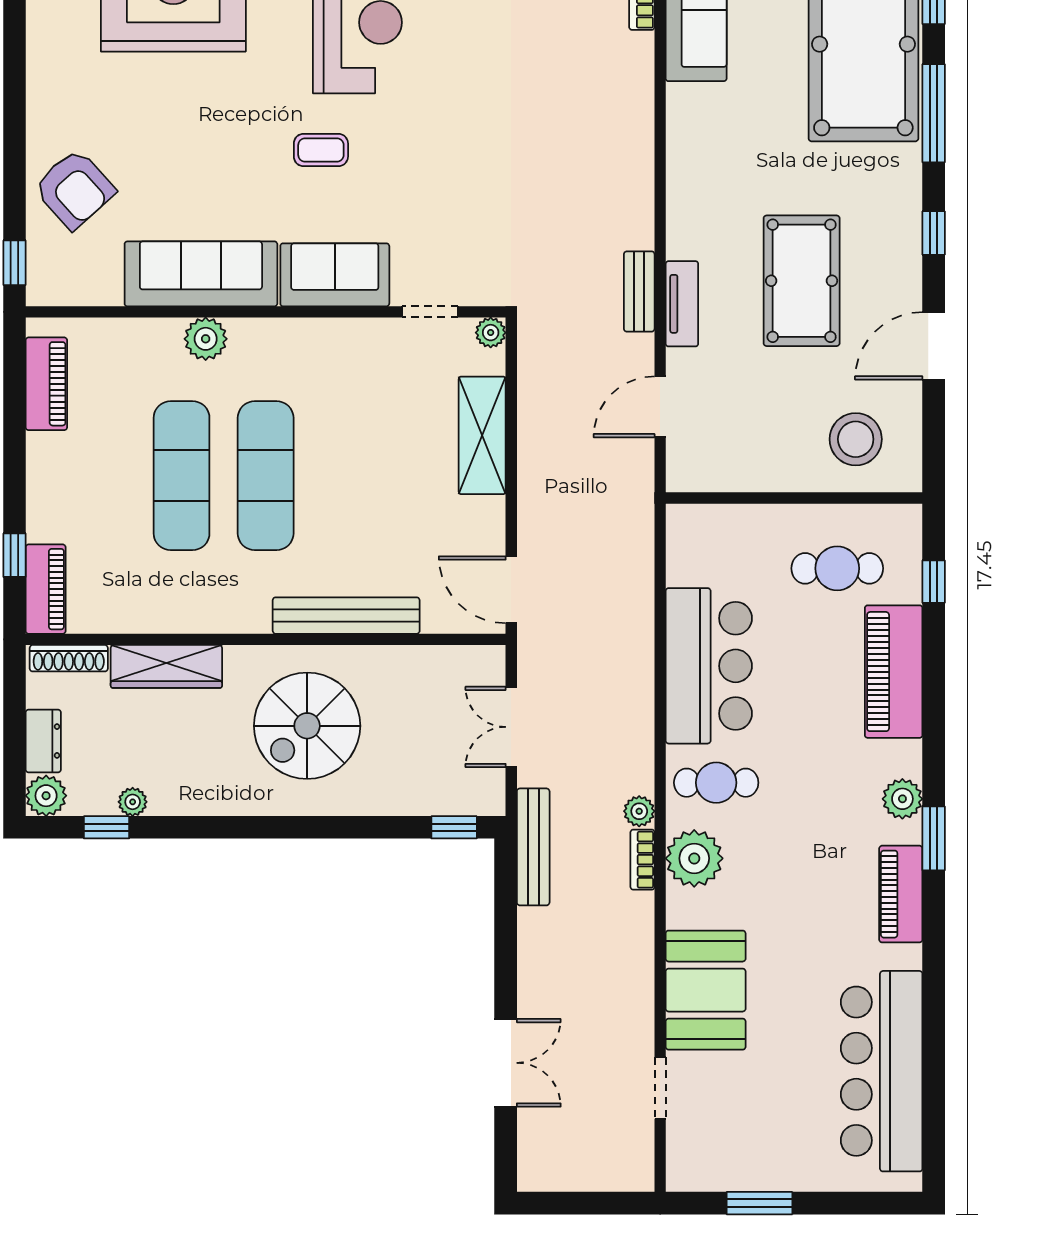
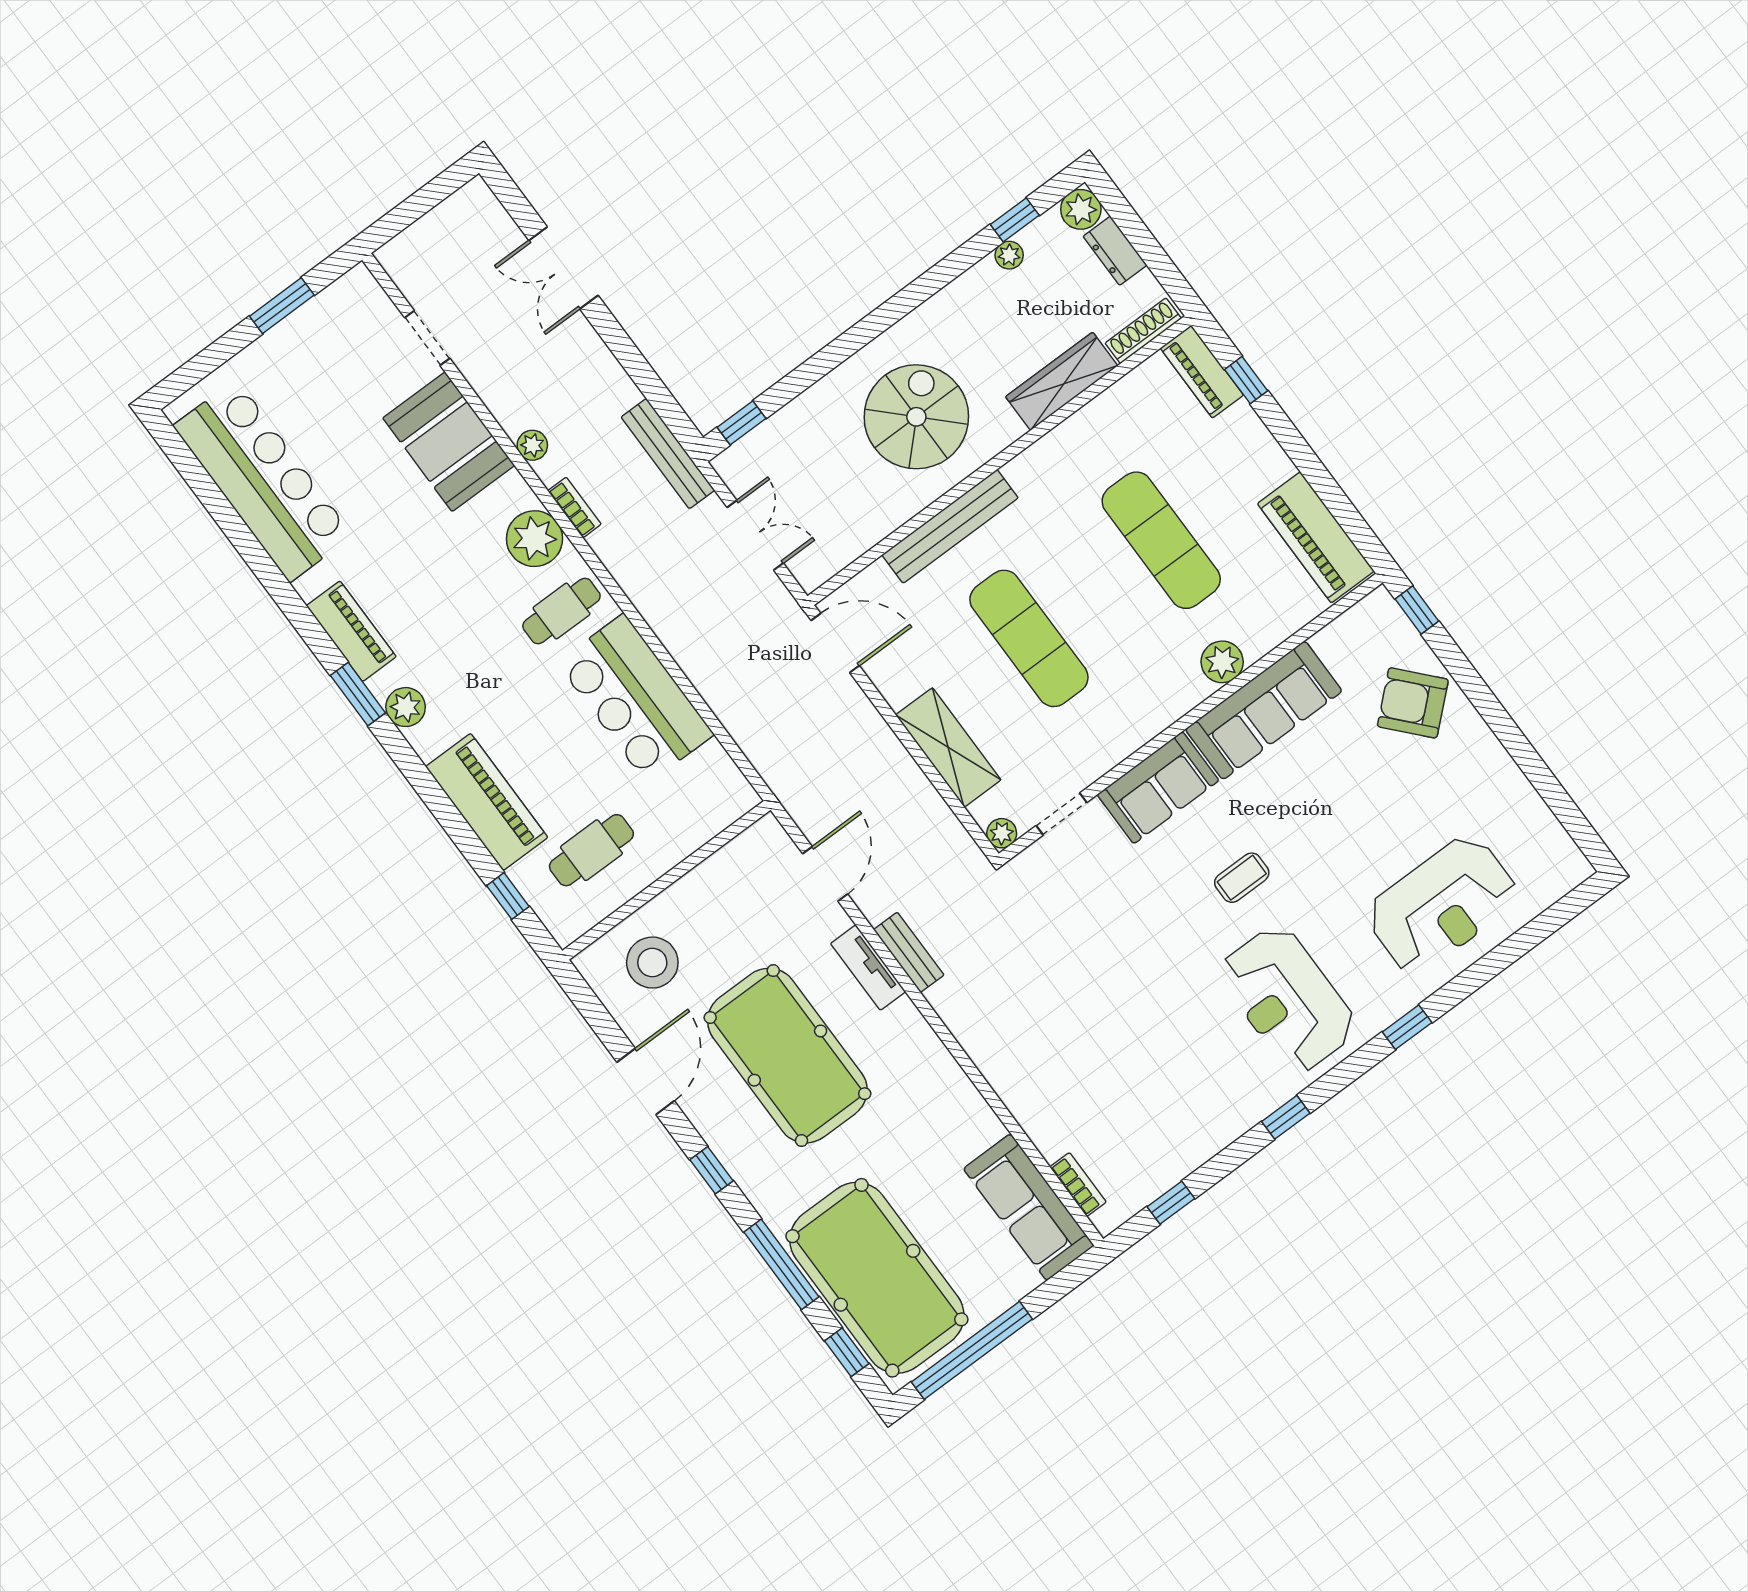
pool table: (802, 281) -> (787, 1056), width x1.36, depth x1.32
piano: (46, 384) -> (1316, 537), width x1.37, depth x1.33
exercise mat: (266, 476) -> (1029, 638), moved
plant: (639, 811) -> (532, 445), moved

